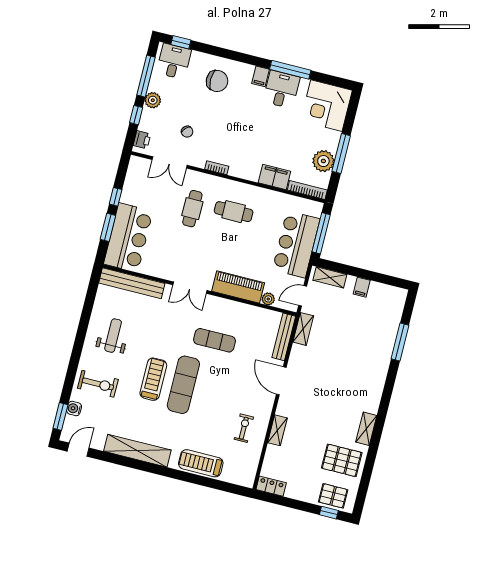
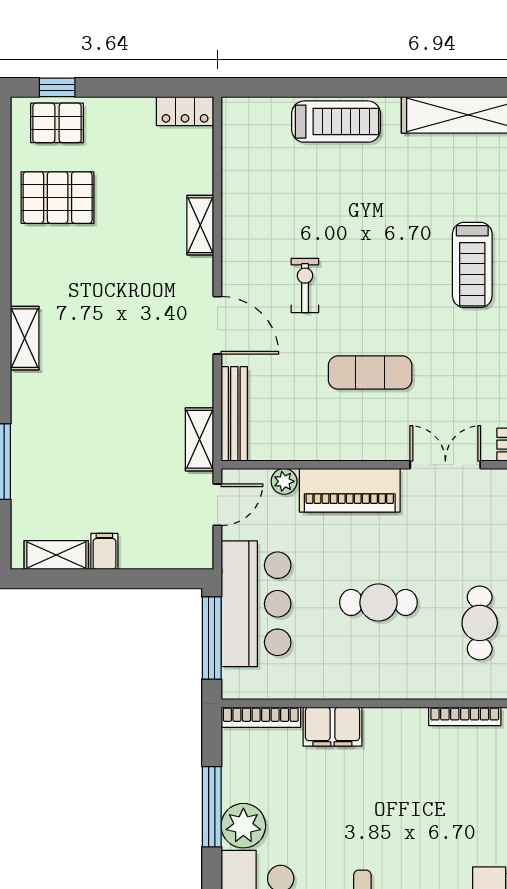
plant: (323, 161) -> (243, 826), moved
bookcase: (217, 168) -> (465, 716), width x1.56
cafe table: (234, 212) -> (378, 602), moved
shelving: (330, 277) -> (56, 555), moved
exercise mat: (183, 385) -> (410, 269), removed
exercise bike: (244, 428) -> (305, 285), moved, turned 180
shelving: (366, 429) -> (25, 338), moved

